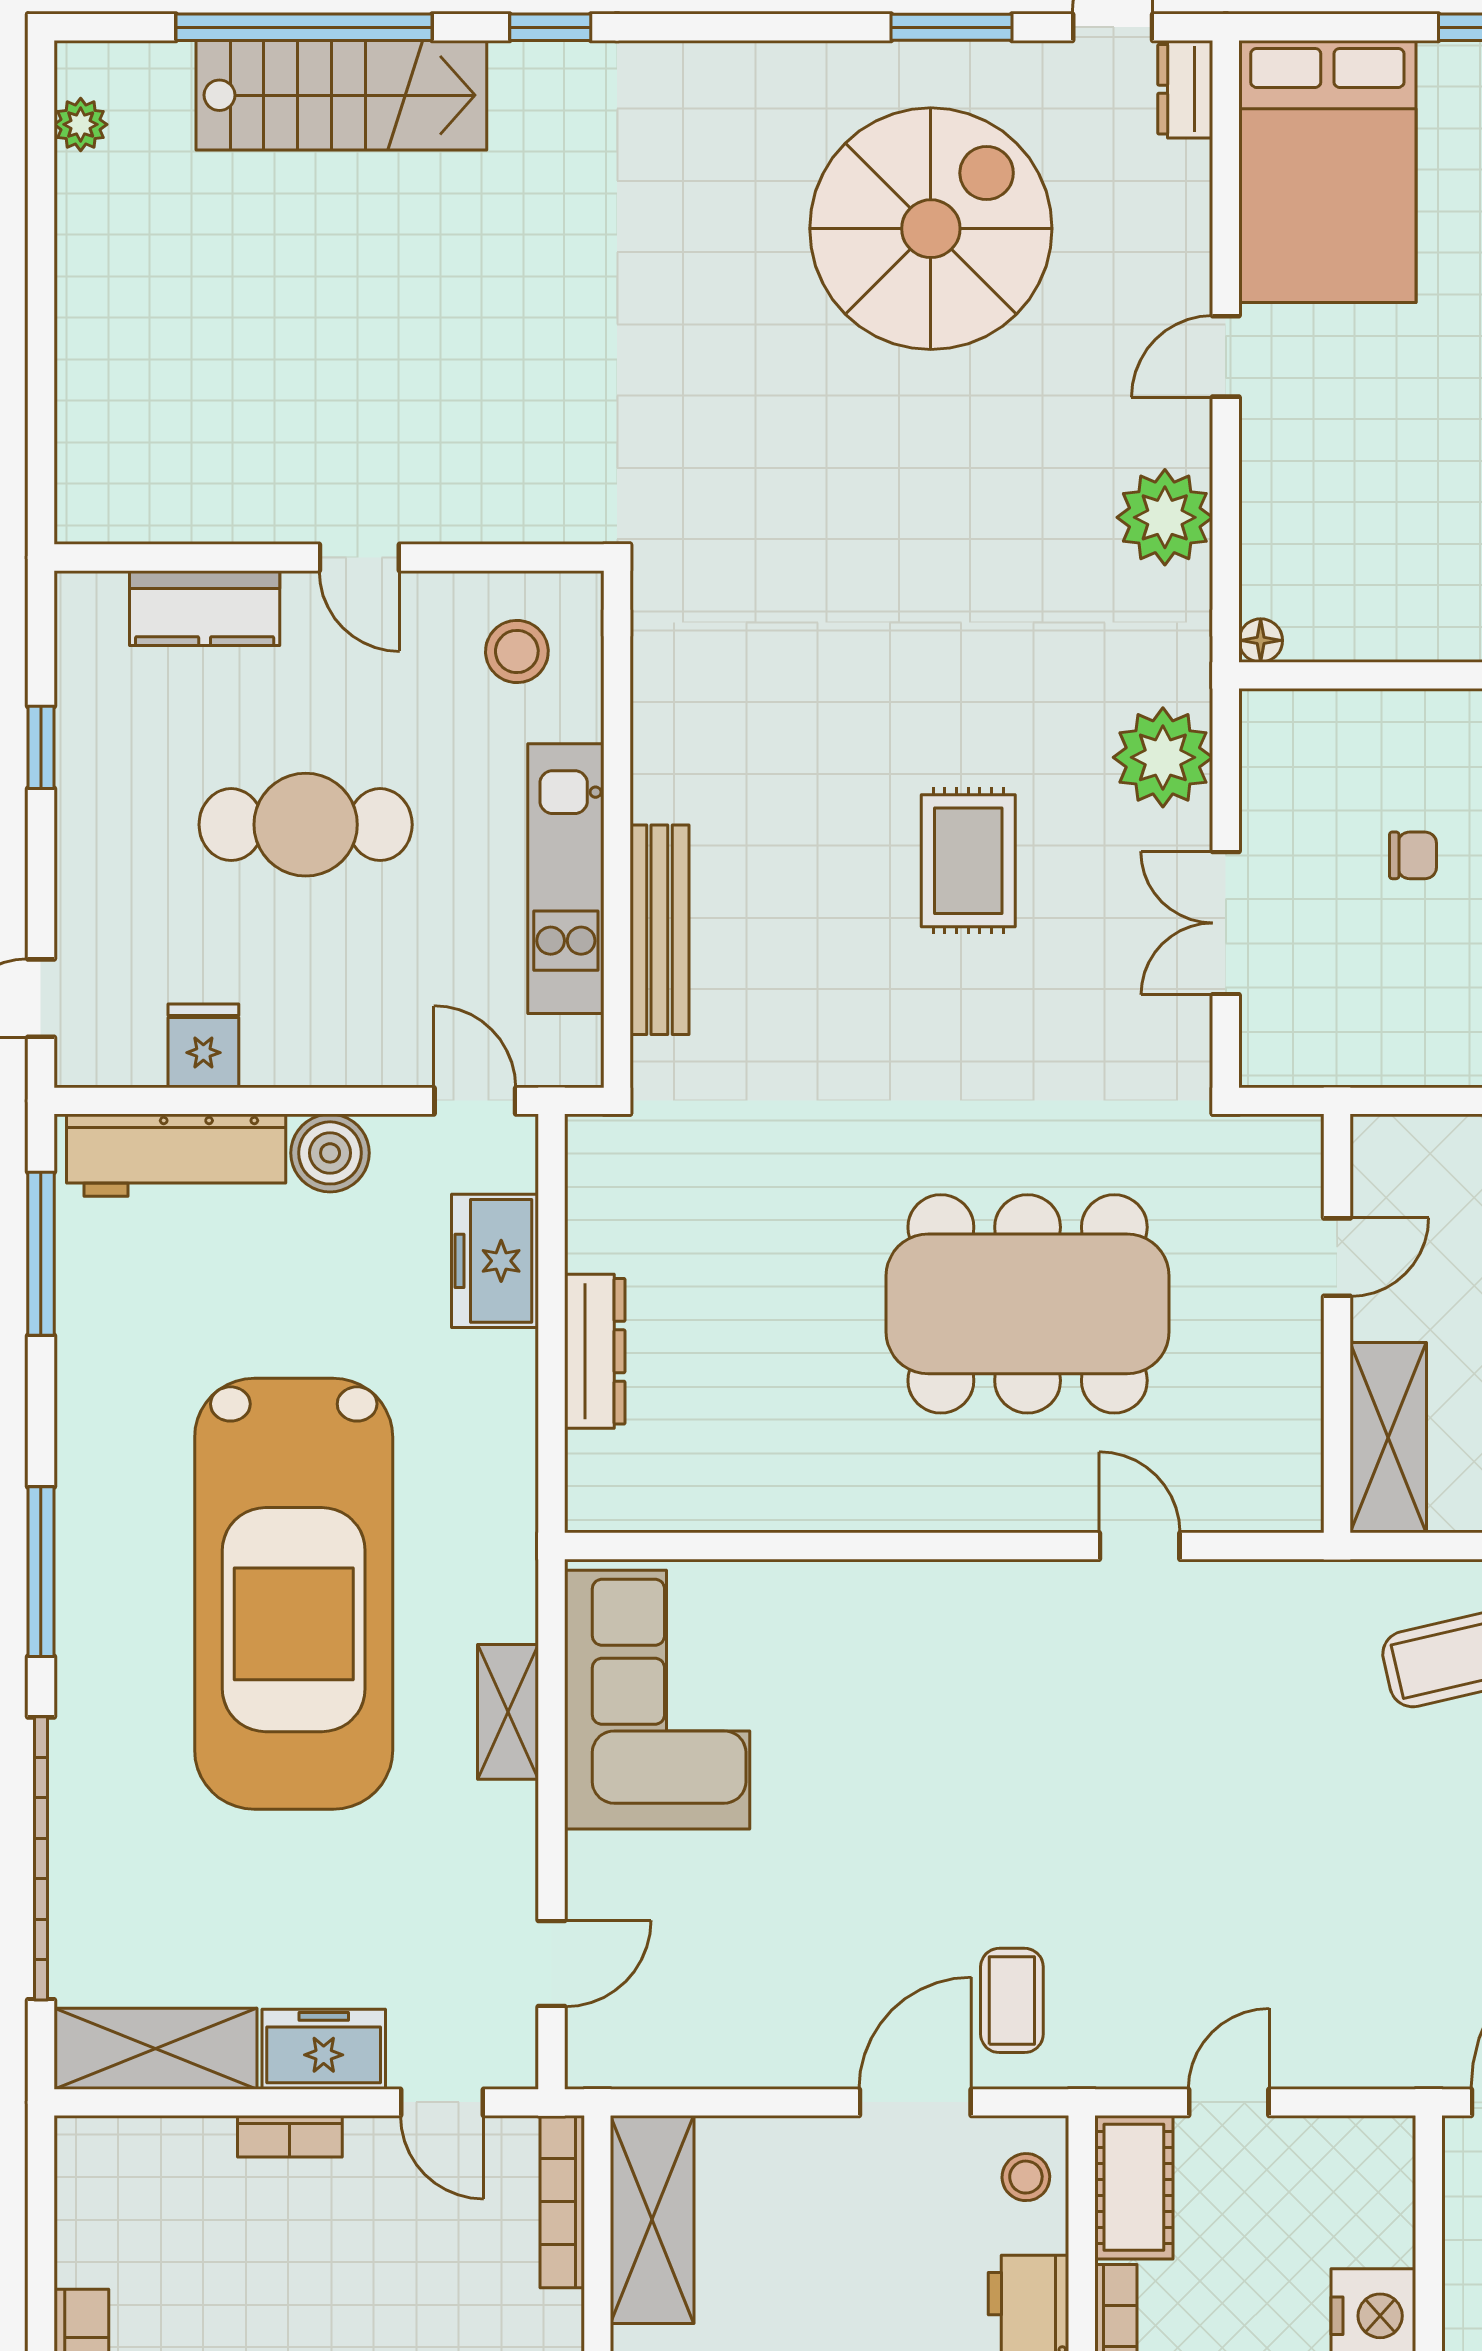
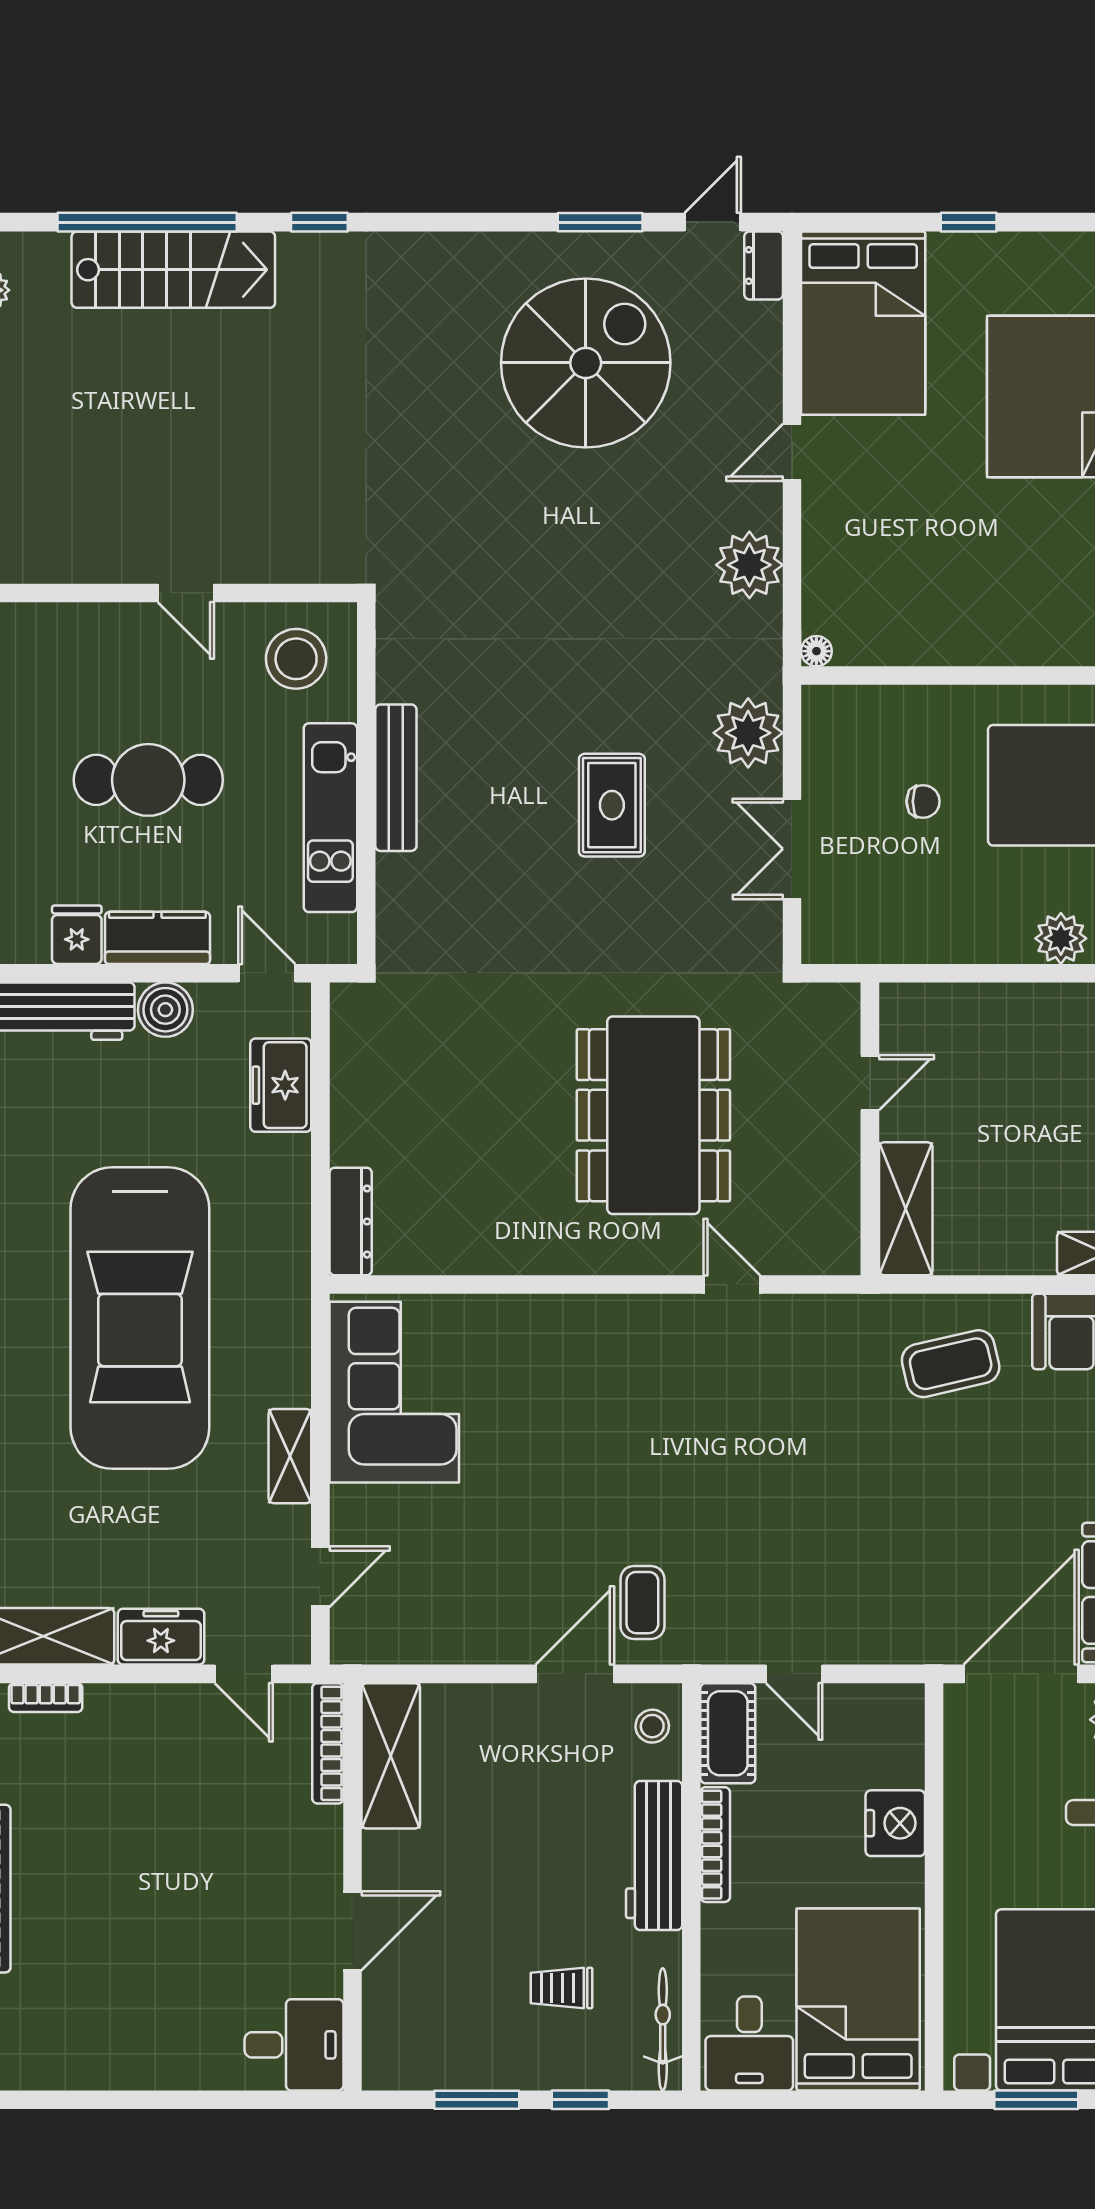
kitchen counter: (205, 608) -> (157, 938), moved, turned 180
stool: (517, 651) -> (296, 659), width x1.38, depth x1.38
bench: (659, 930) -> (396, 778), moved
dining table: (1028, 1304) -> (653, 1115), turned 90
dresser: (595, 1351) -> (351, 1222), moved
shelving: (508, 1712) -> (290, 1456), moved
door: (1229, 2102) -> (794, 1674), swing flipped
bookcase: (290, 2136) -> (46, 1698), moved

